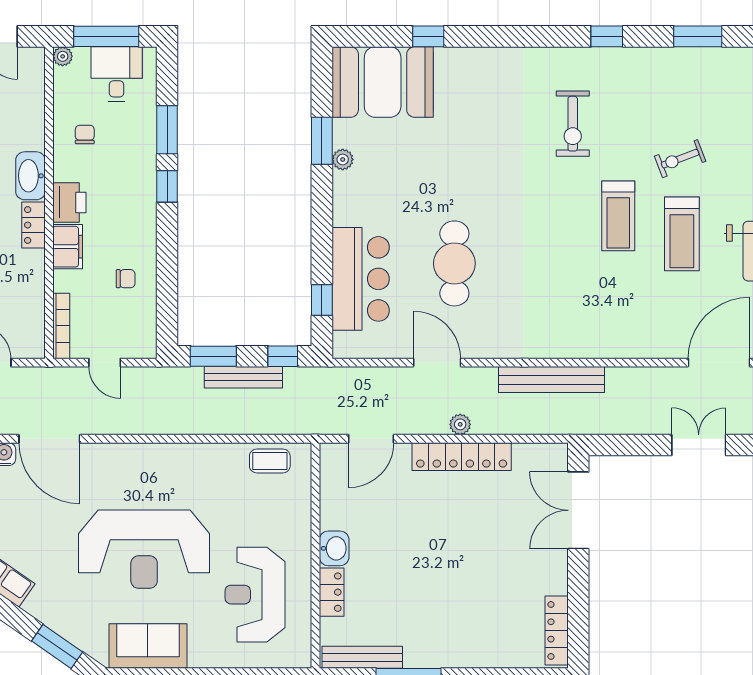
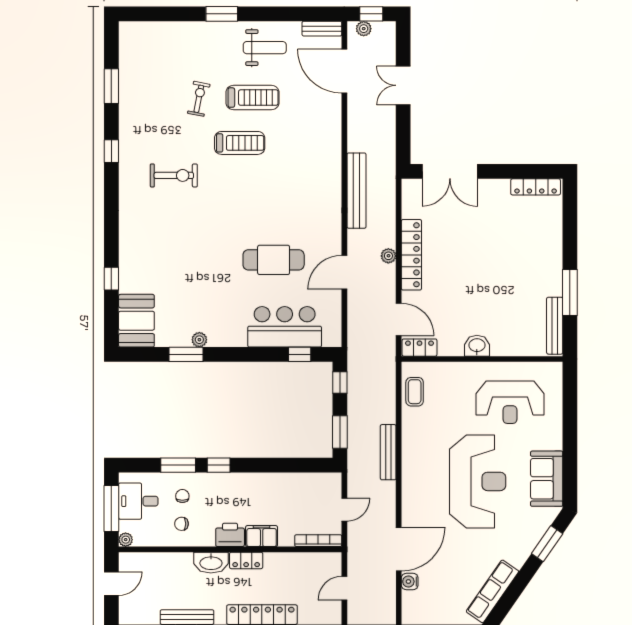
booth: (383, 82) -> (136, 321), width x0.73, depth x0.70
exercise bike: (680, 159) -> (199, 99), turned -148
chair: (126, 279) -> (182, 496), moved
bench: (243, 377) -> (388, 452), moved
locker: (332, 592) -> (420, 348), moved

